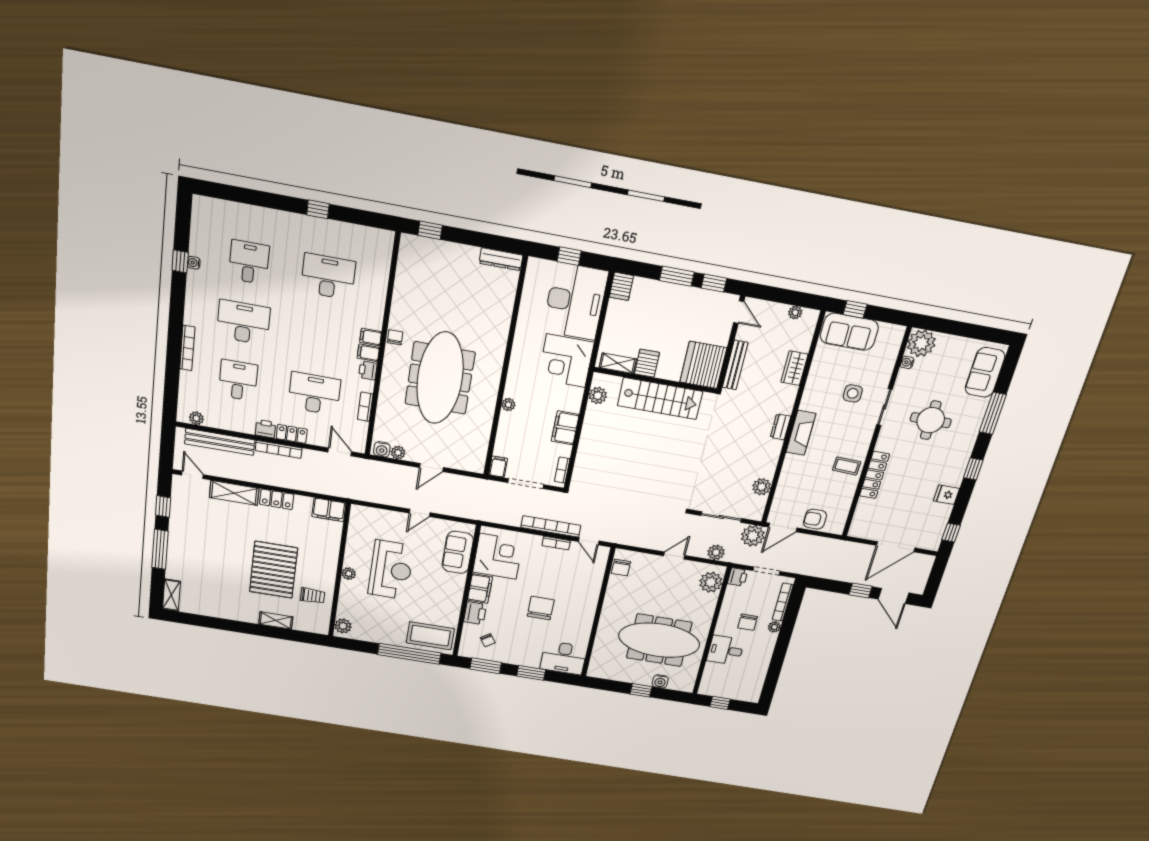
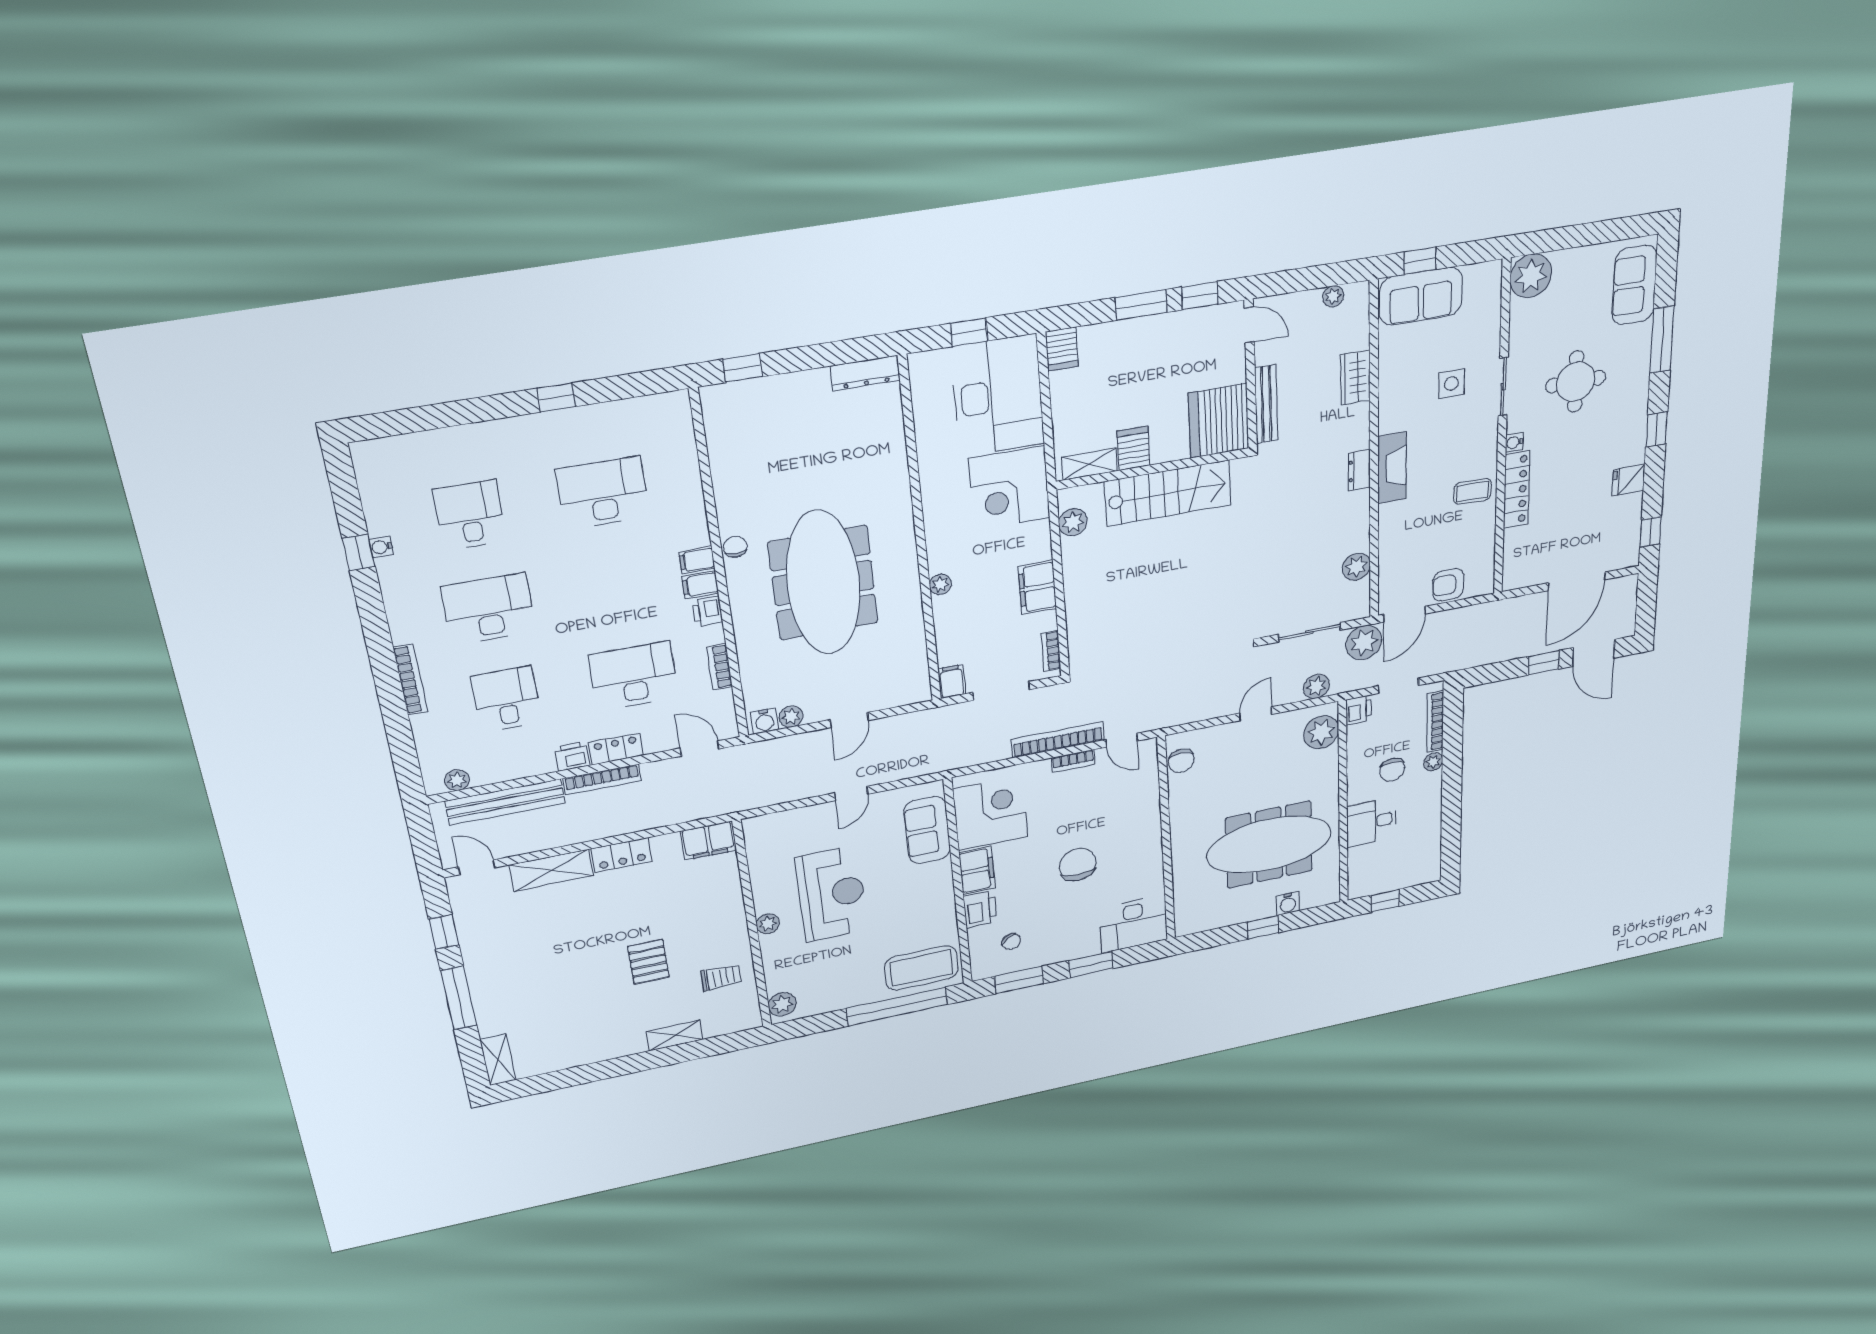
water cooler: (907, 362) -> (1514, 442), moved
pallet: (274, 570) -> (648, 962), width x0.49, depth x0.50

